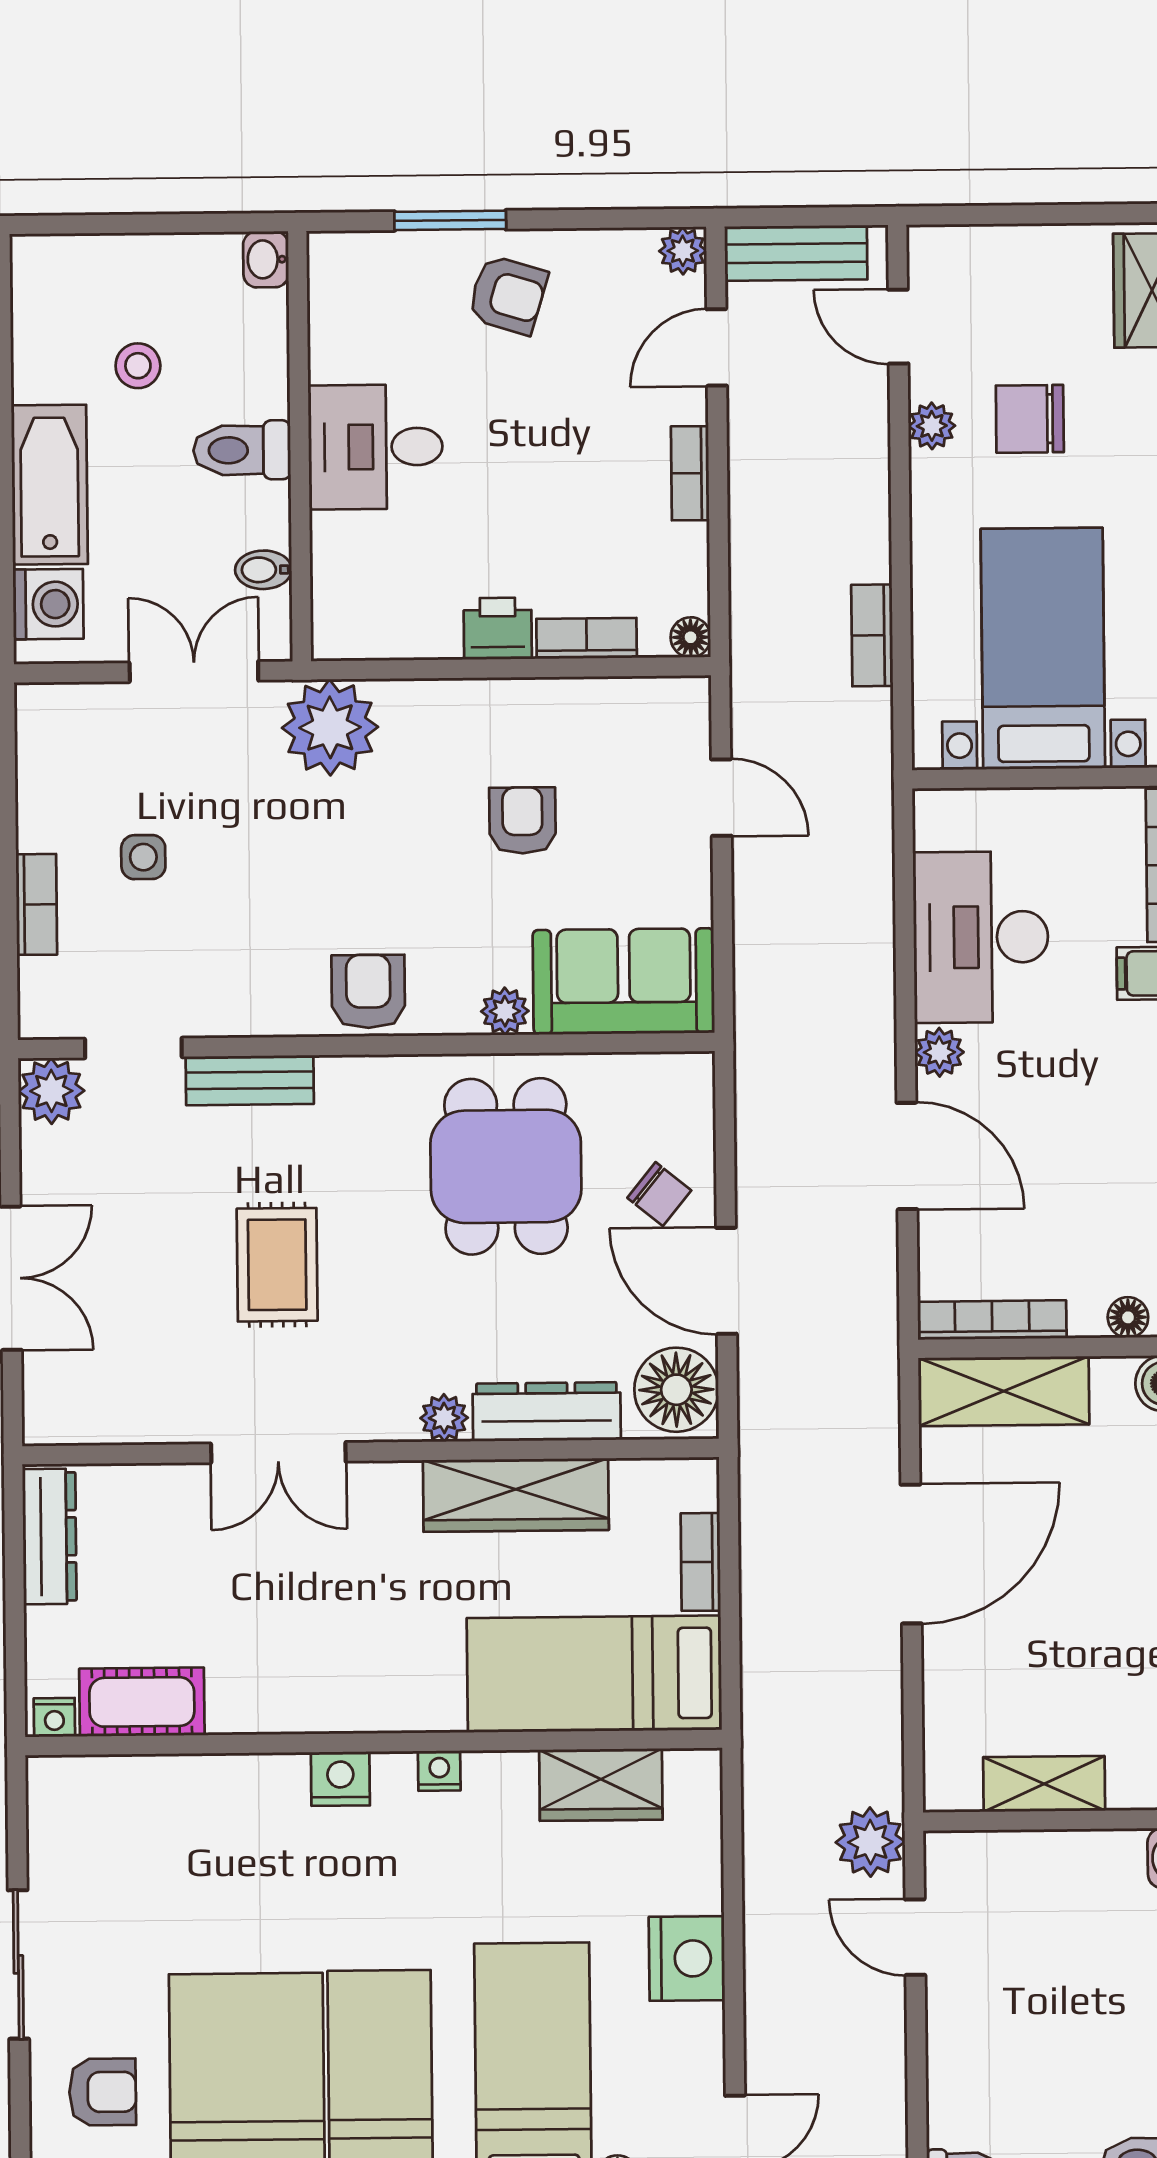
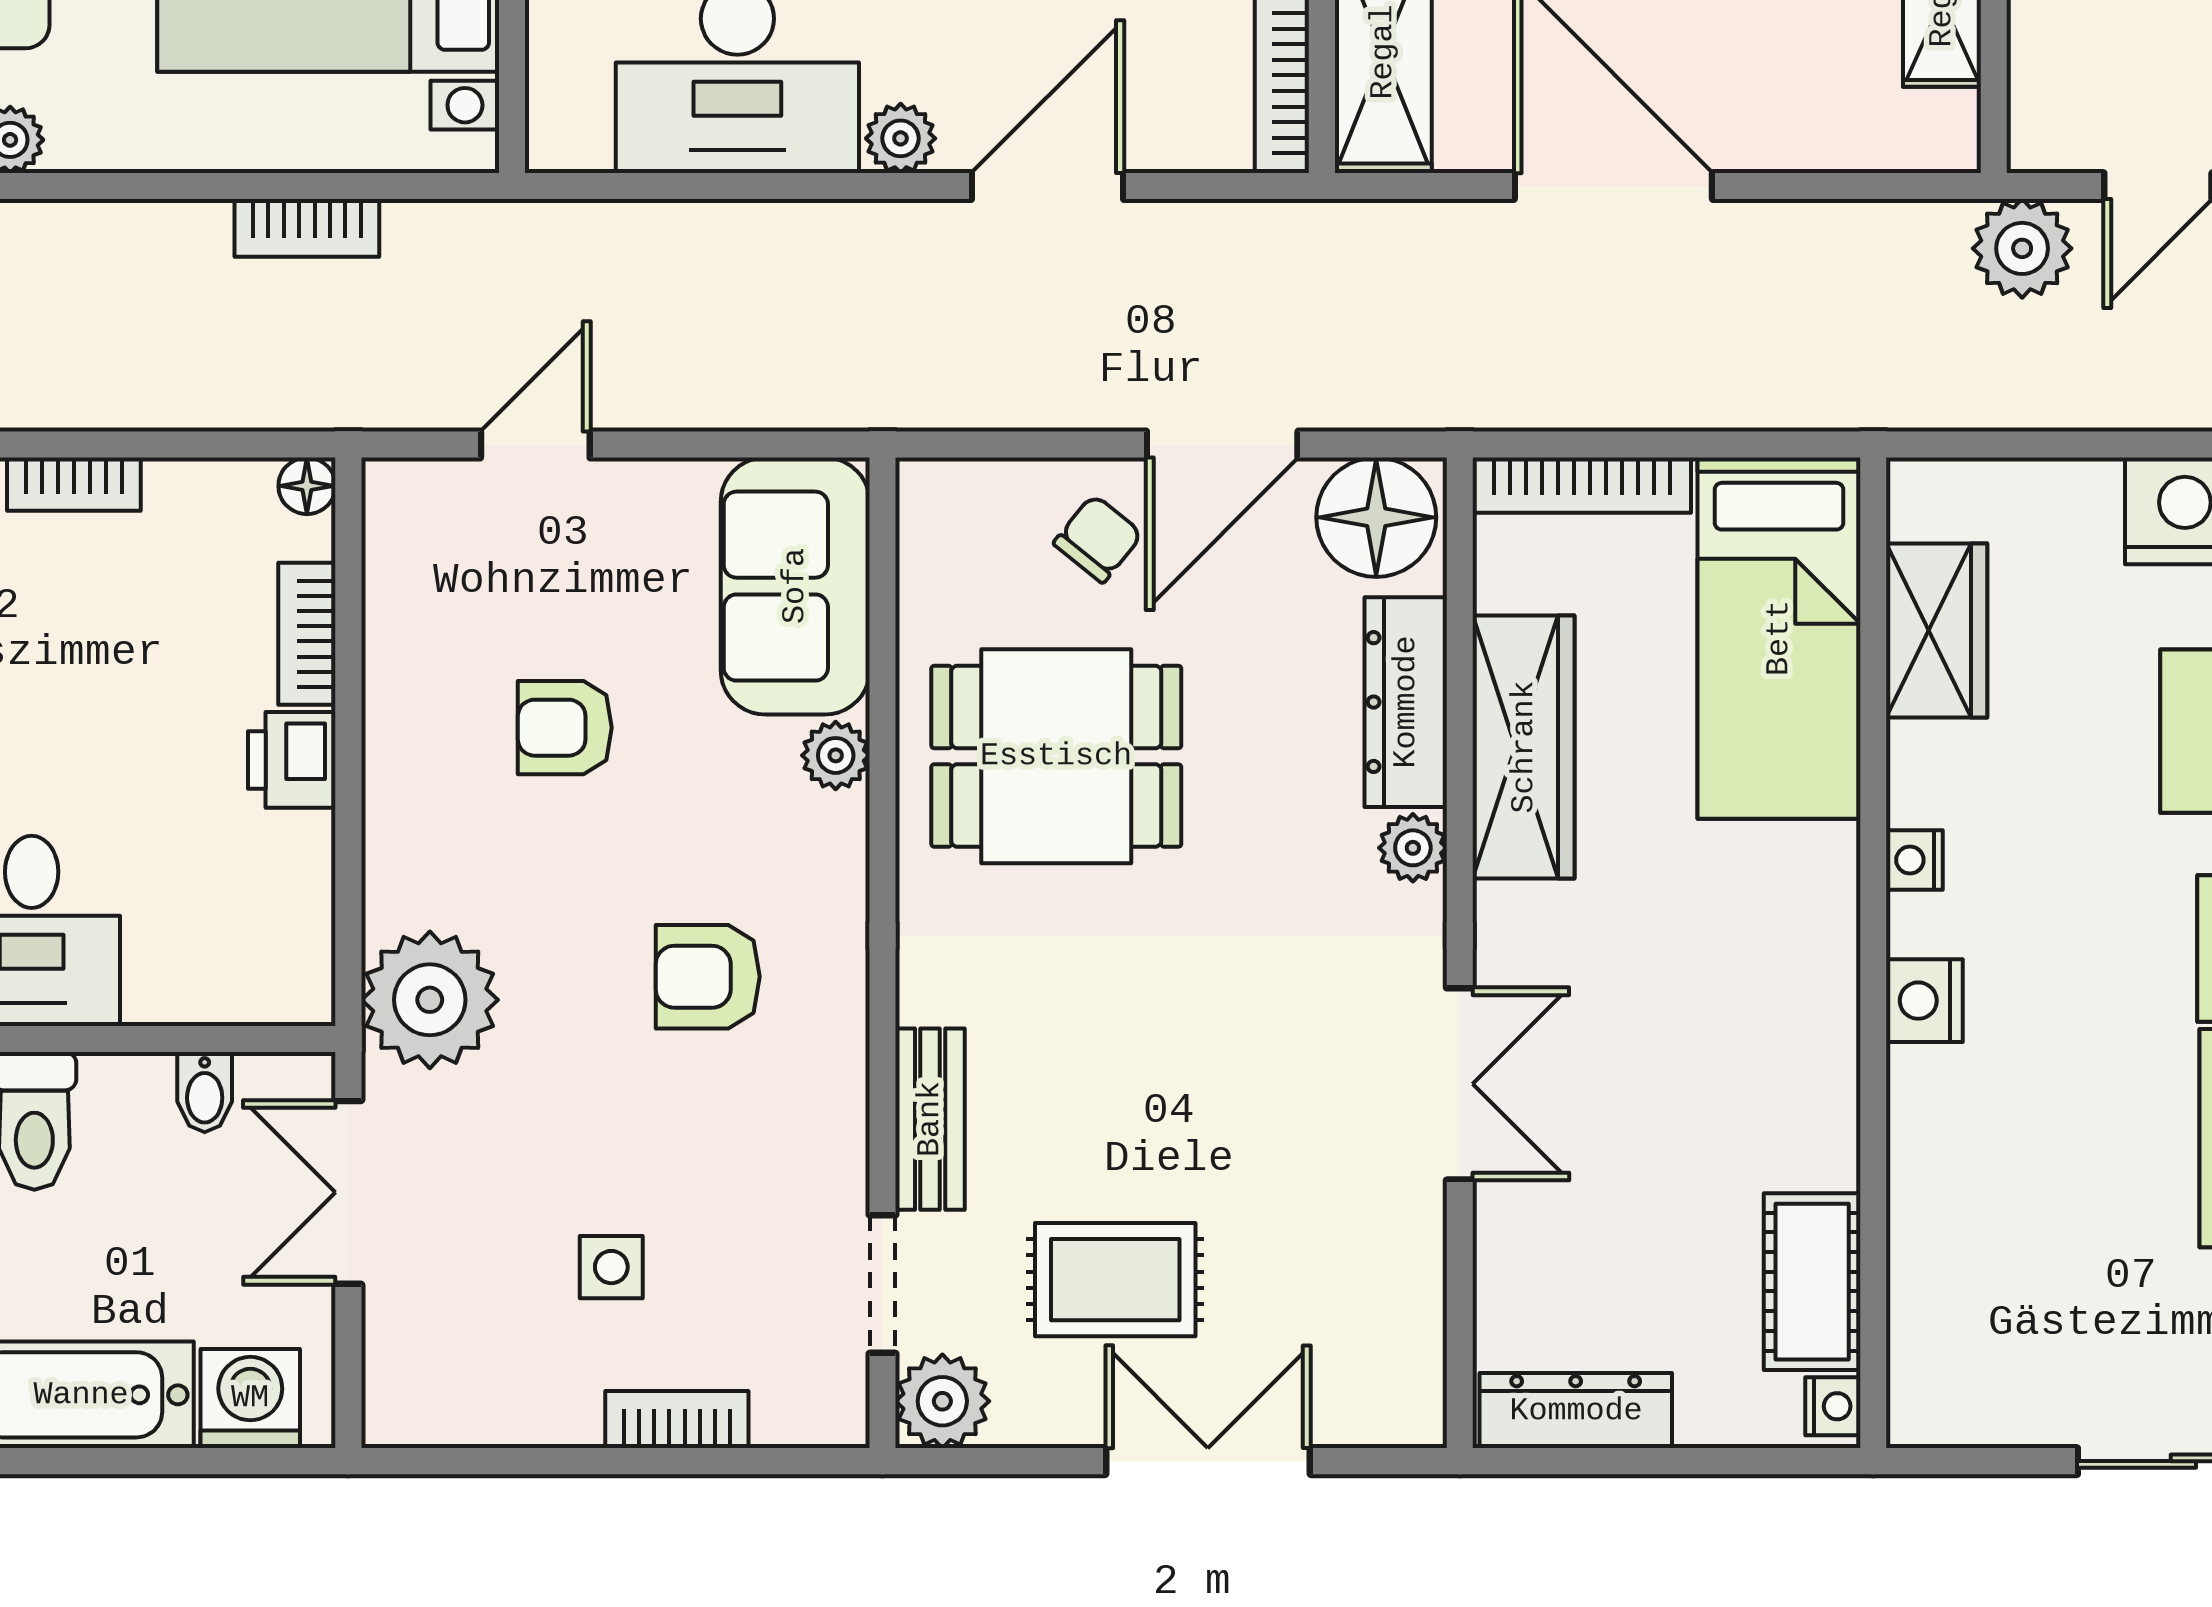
armchair: (368, 991) -> (708, 977), moved
rug: (277, 1265) -> (1115, 1280), moved
bookcase: (701, 1562) -> (1582, 485), width x1.56

